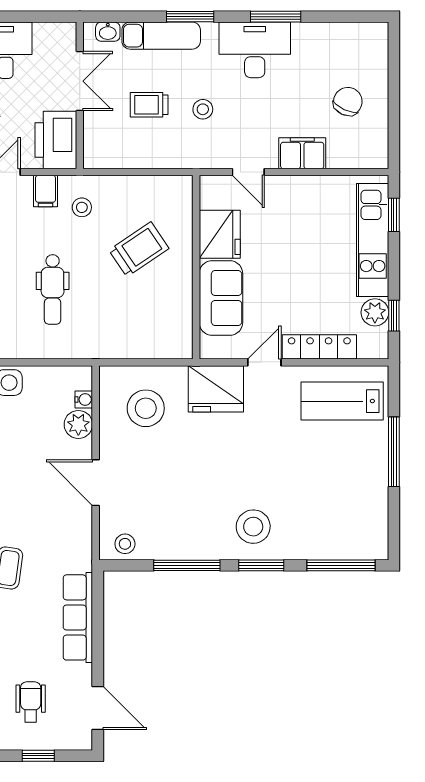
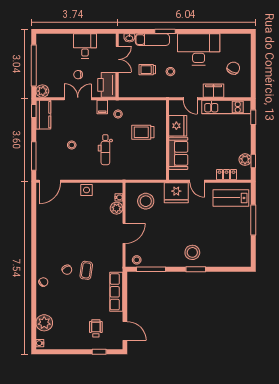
window: (276, 17) -> (202, 31), removed
desk: (255, 50) -> (199, 49), width x1.36, depth x1.30
kitchen unit: (373, 240) -> (226, 107), moved, turned -90
trolley: (139, 249) -> (143, 132), turned -146
locker: (319, 347) -> (227, 175), width x0.66
door: (264, 362) -> (197, 181), swing flipped
door: (96, 483) -> (124, 233), swing flipped
window: (187, 565) -> (151, 269), moved
window: (341, 565) -> (230, 269), removed

